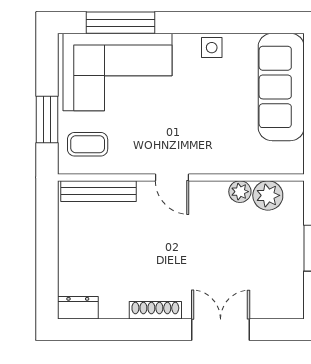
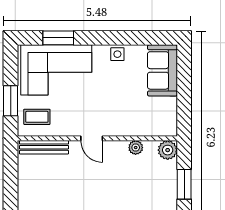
window: (121, 23) -> (58, 38), width x0.69
sofa: (281, 87) -> (162, 70), width x0.73
plant: (268, 195) -> (168, 150), moved

